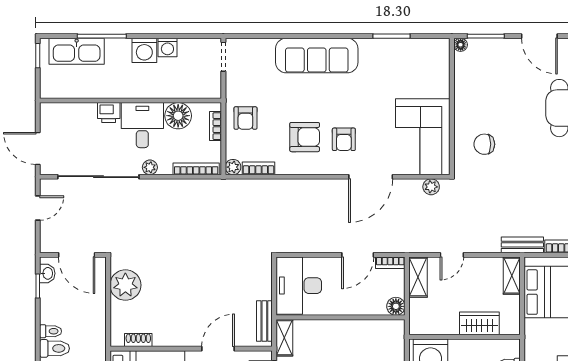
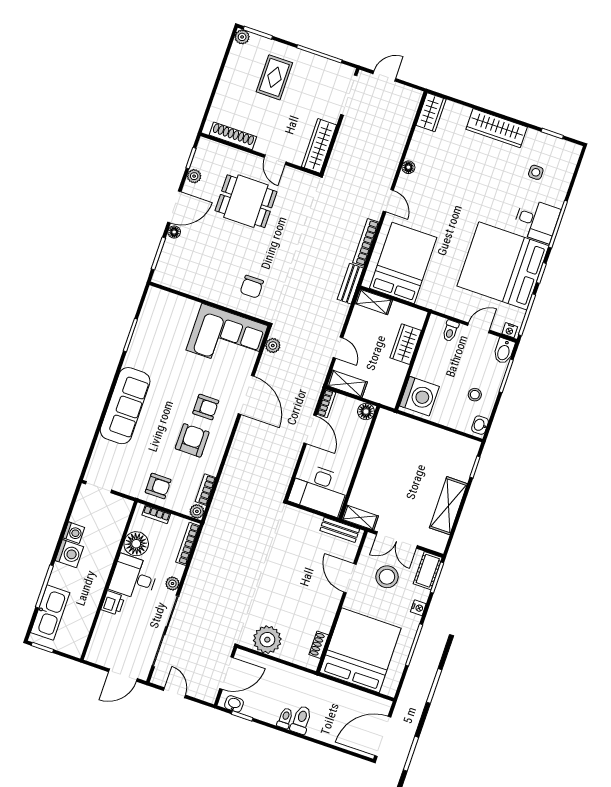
floor lamp: (461, 45) -> (174, 232), moved

